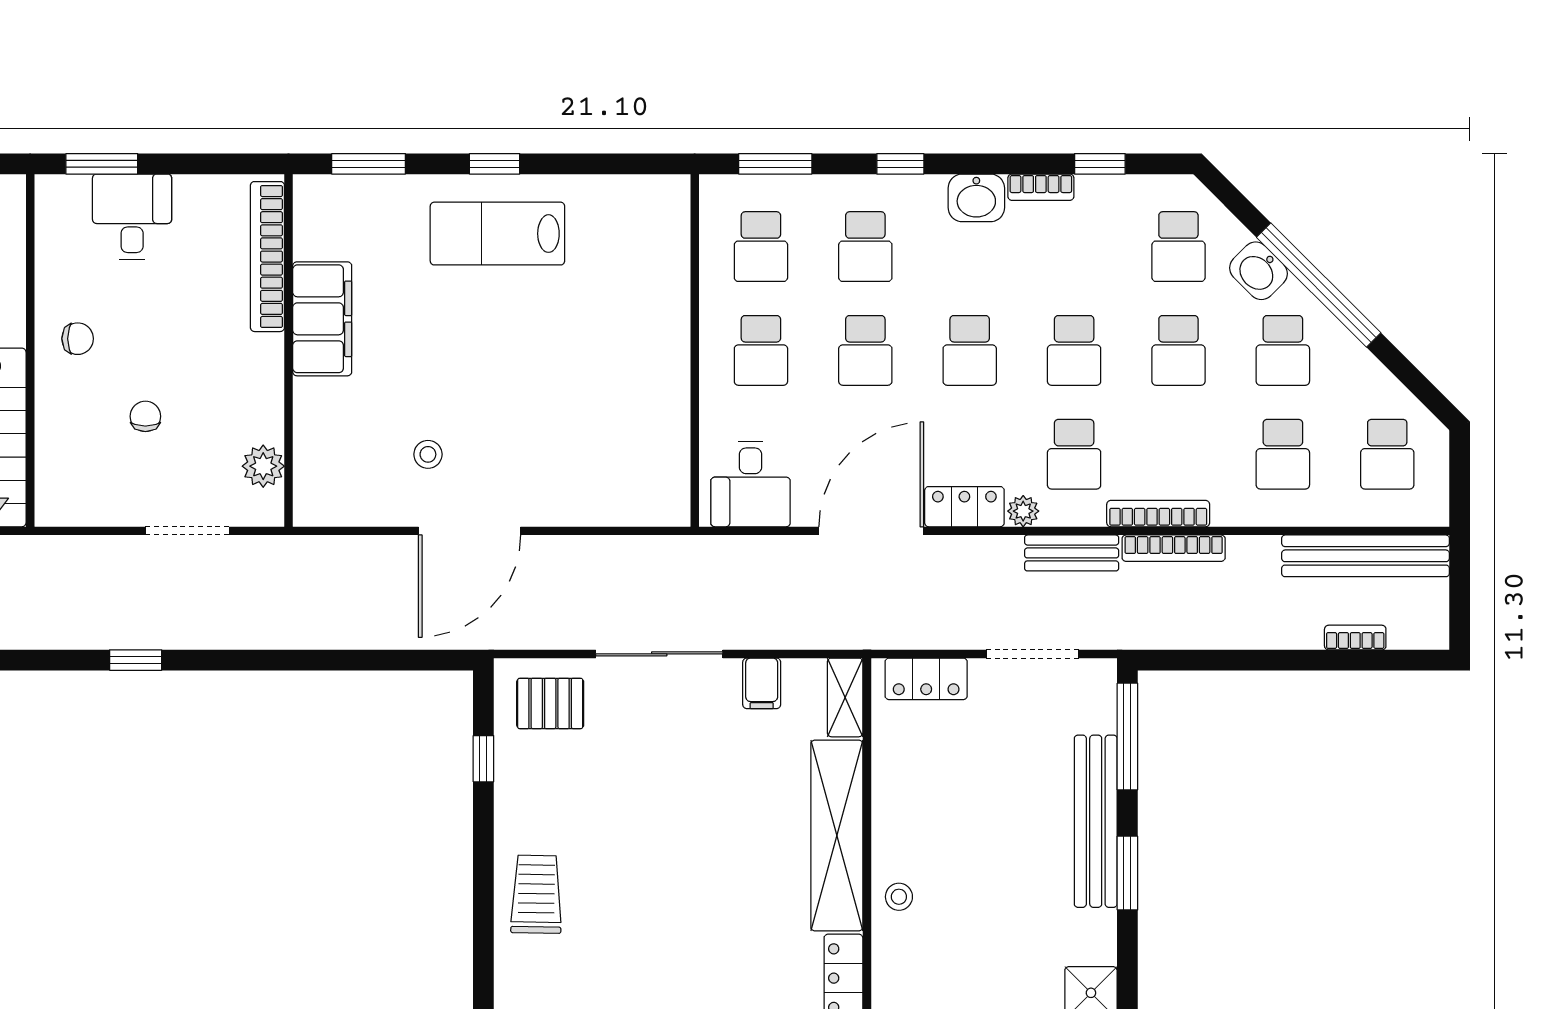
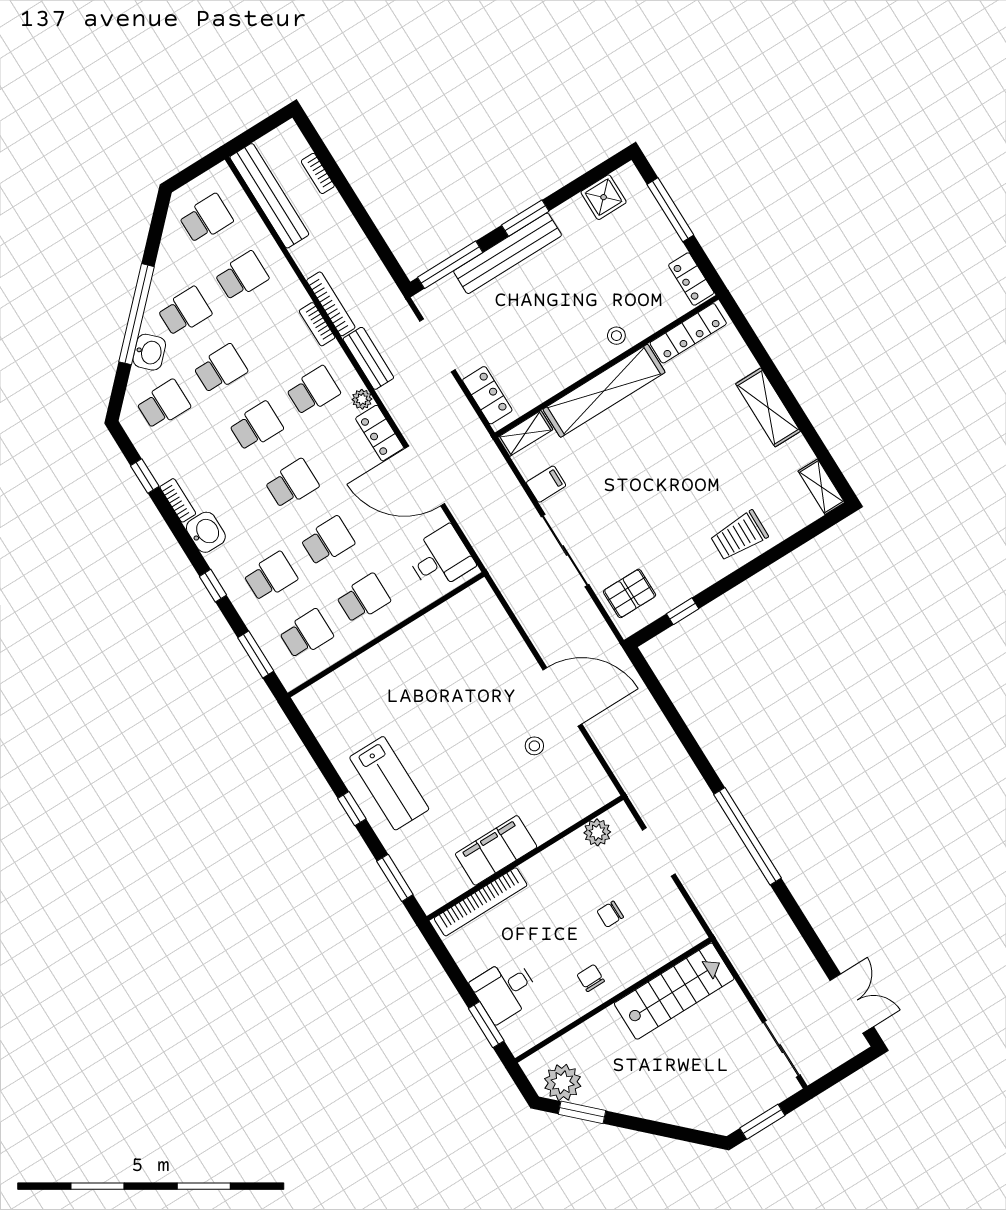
bookcase: (1158, 514) -> (317, 324), width x0.64
window: (136, 660) -> (748, 836), width x3.17
pallet: (550, 703) -> (630, 593), turned 90

